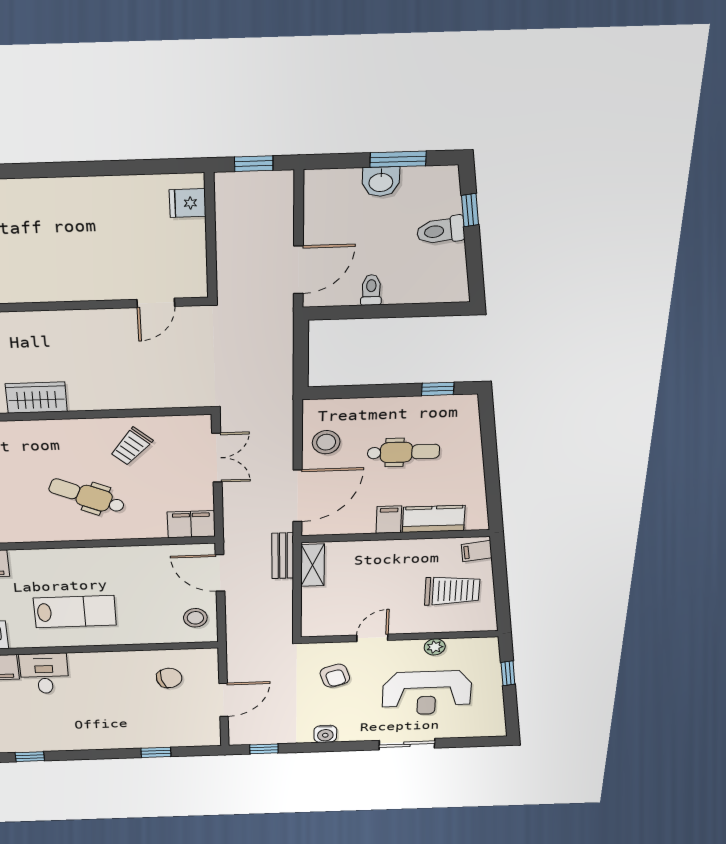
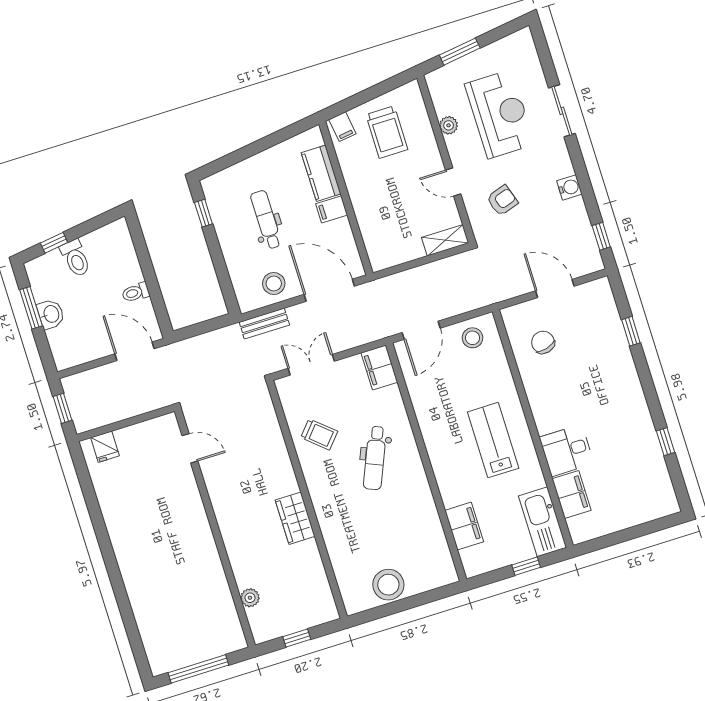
bench: (283, 556) -> (264, 323), moved
shelving: (313, 565) -> (445, 240), moved
trolley: (452, 591) -> (387, 132), turned 180
window: (508, 673) -> (460, 52), width x1.50

